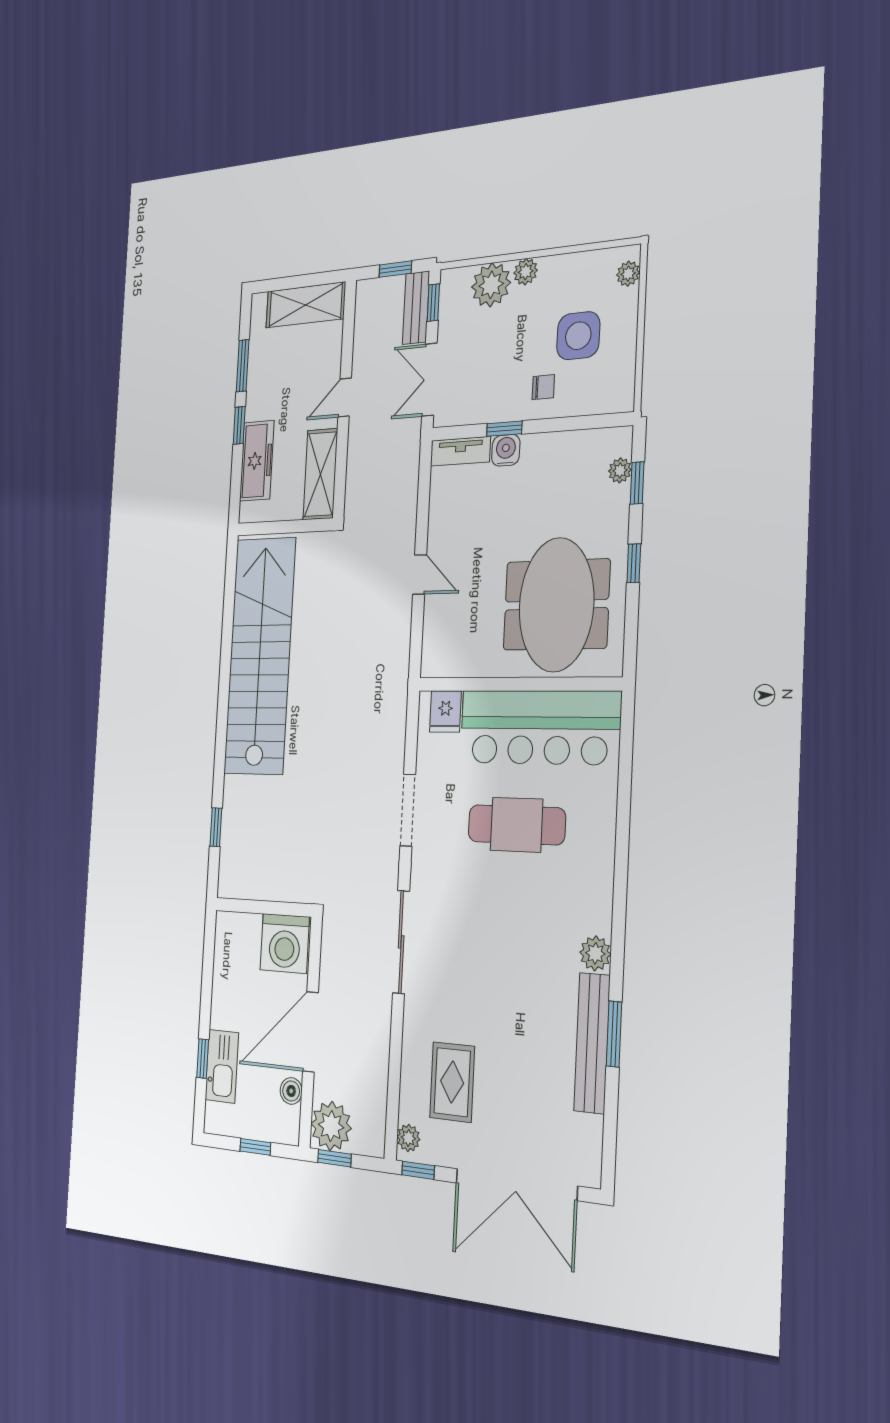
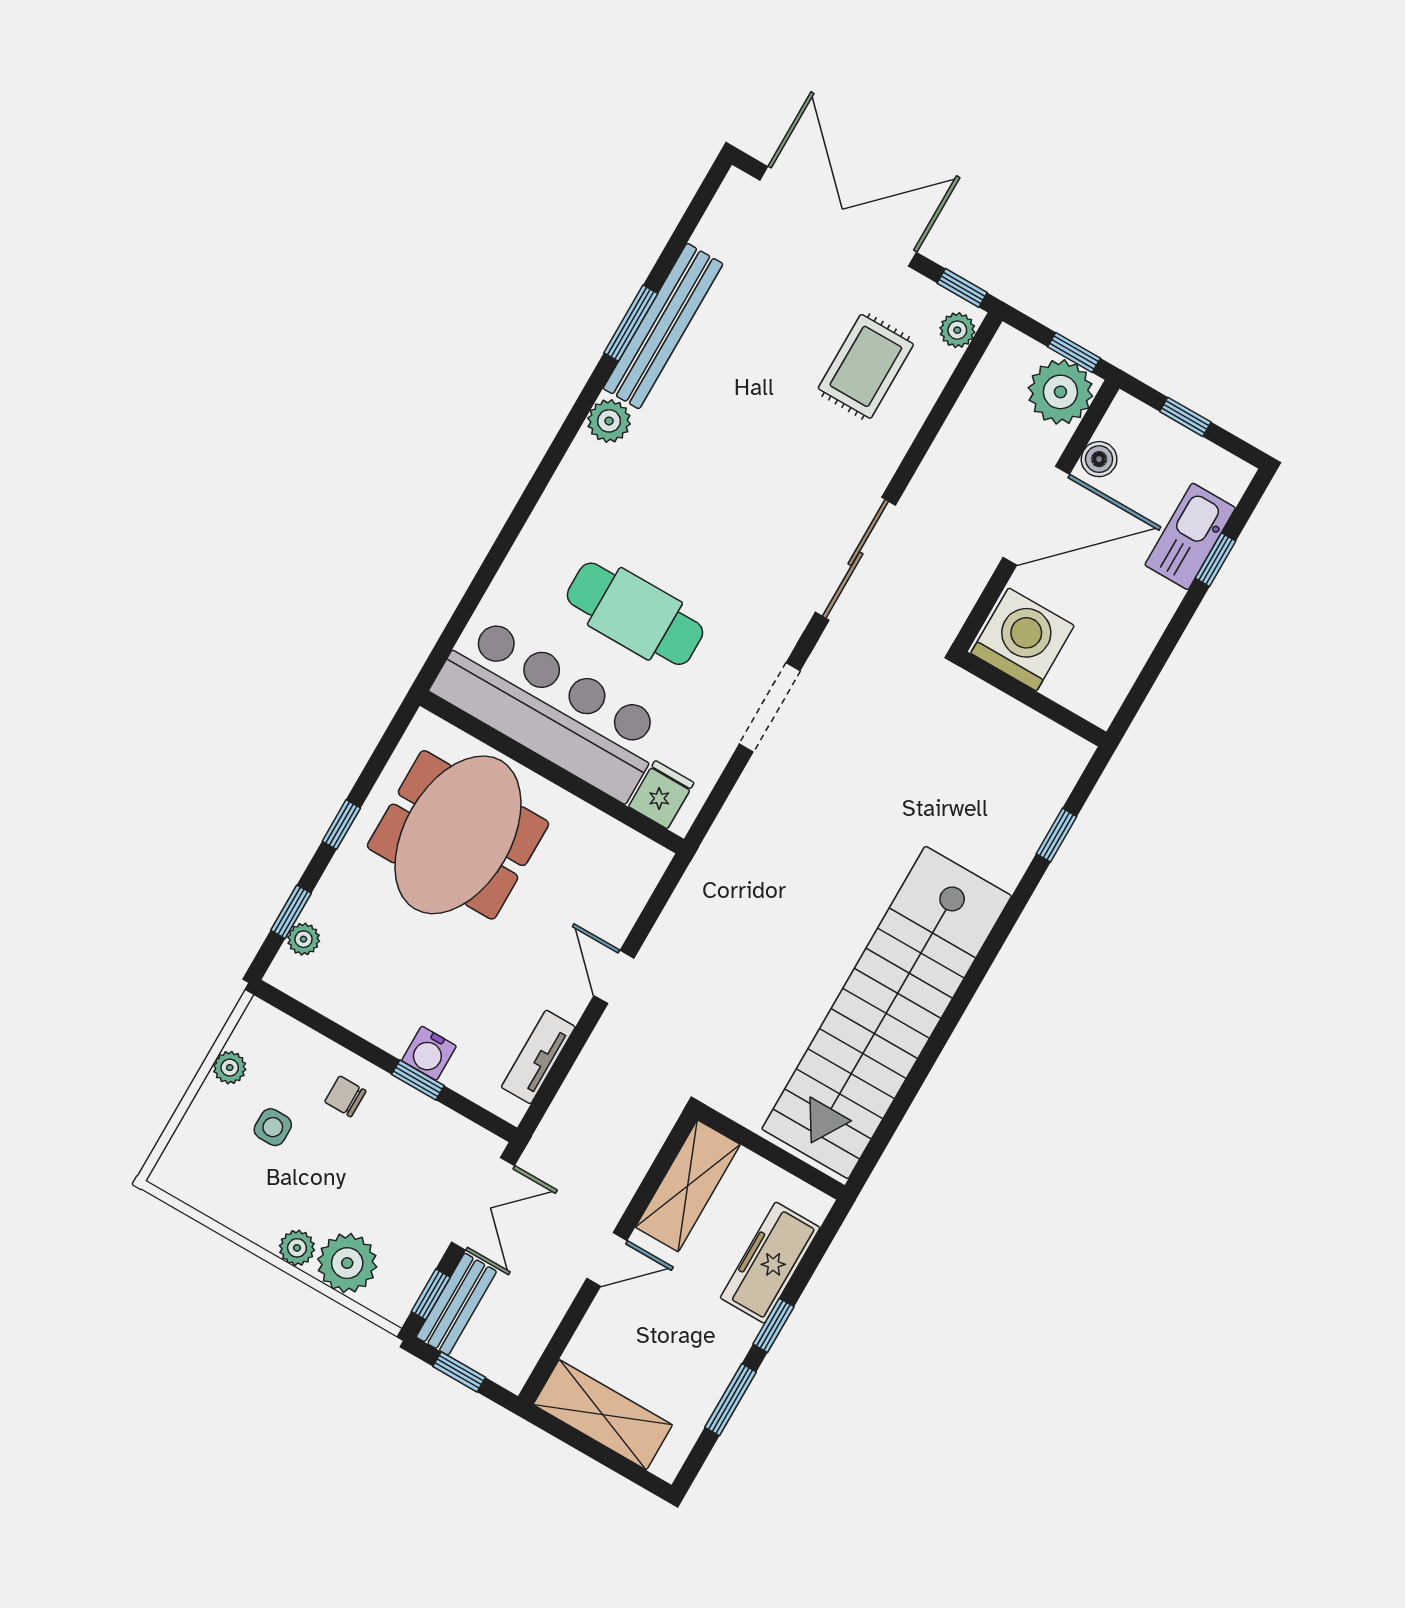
plant: (628, 274) -> (230, 1068), moved
side table: (578, 336) -> (273, 1127), width x0.54, depth x0.54
tv unit: (460, 451) -> (538, 1057), moved, turned -90

